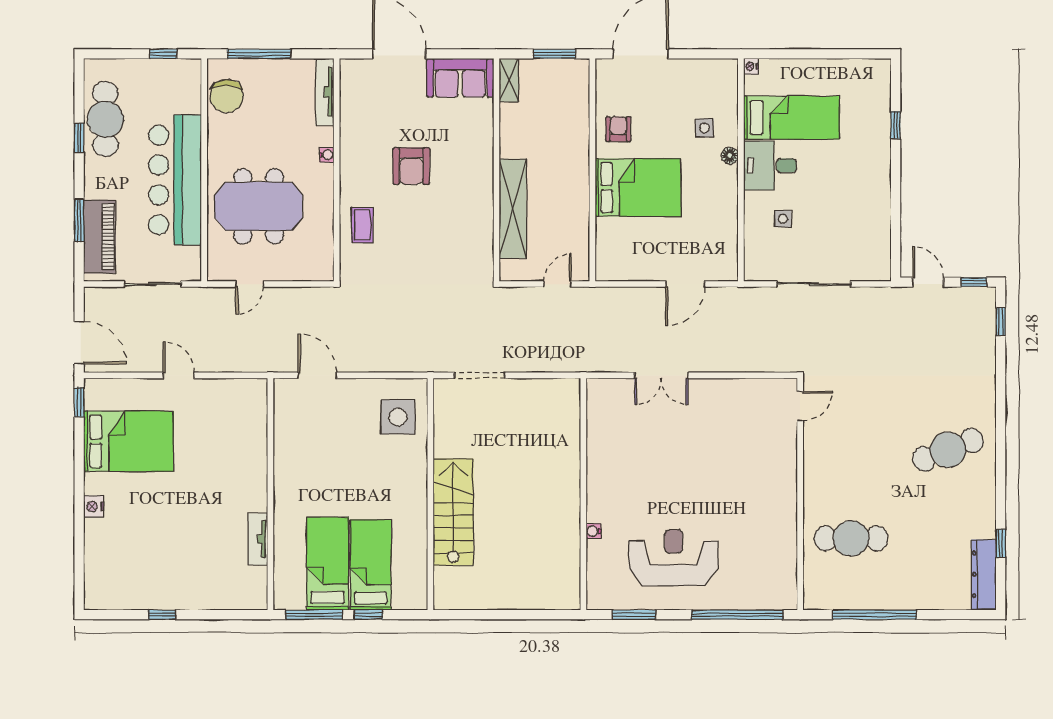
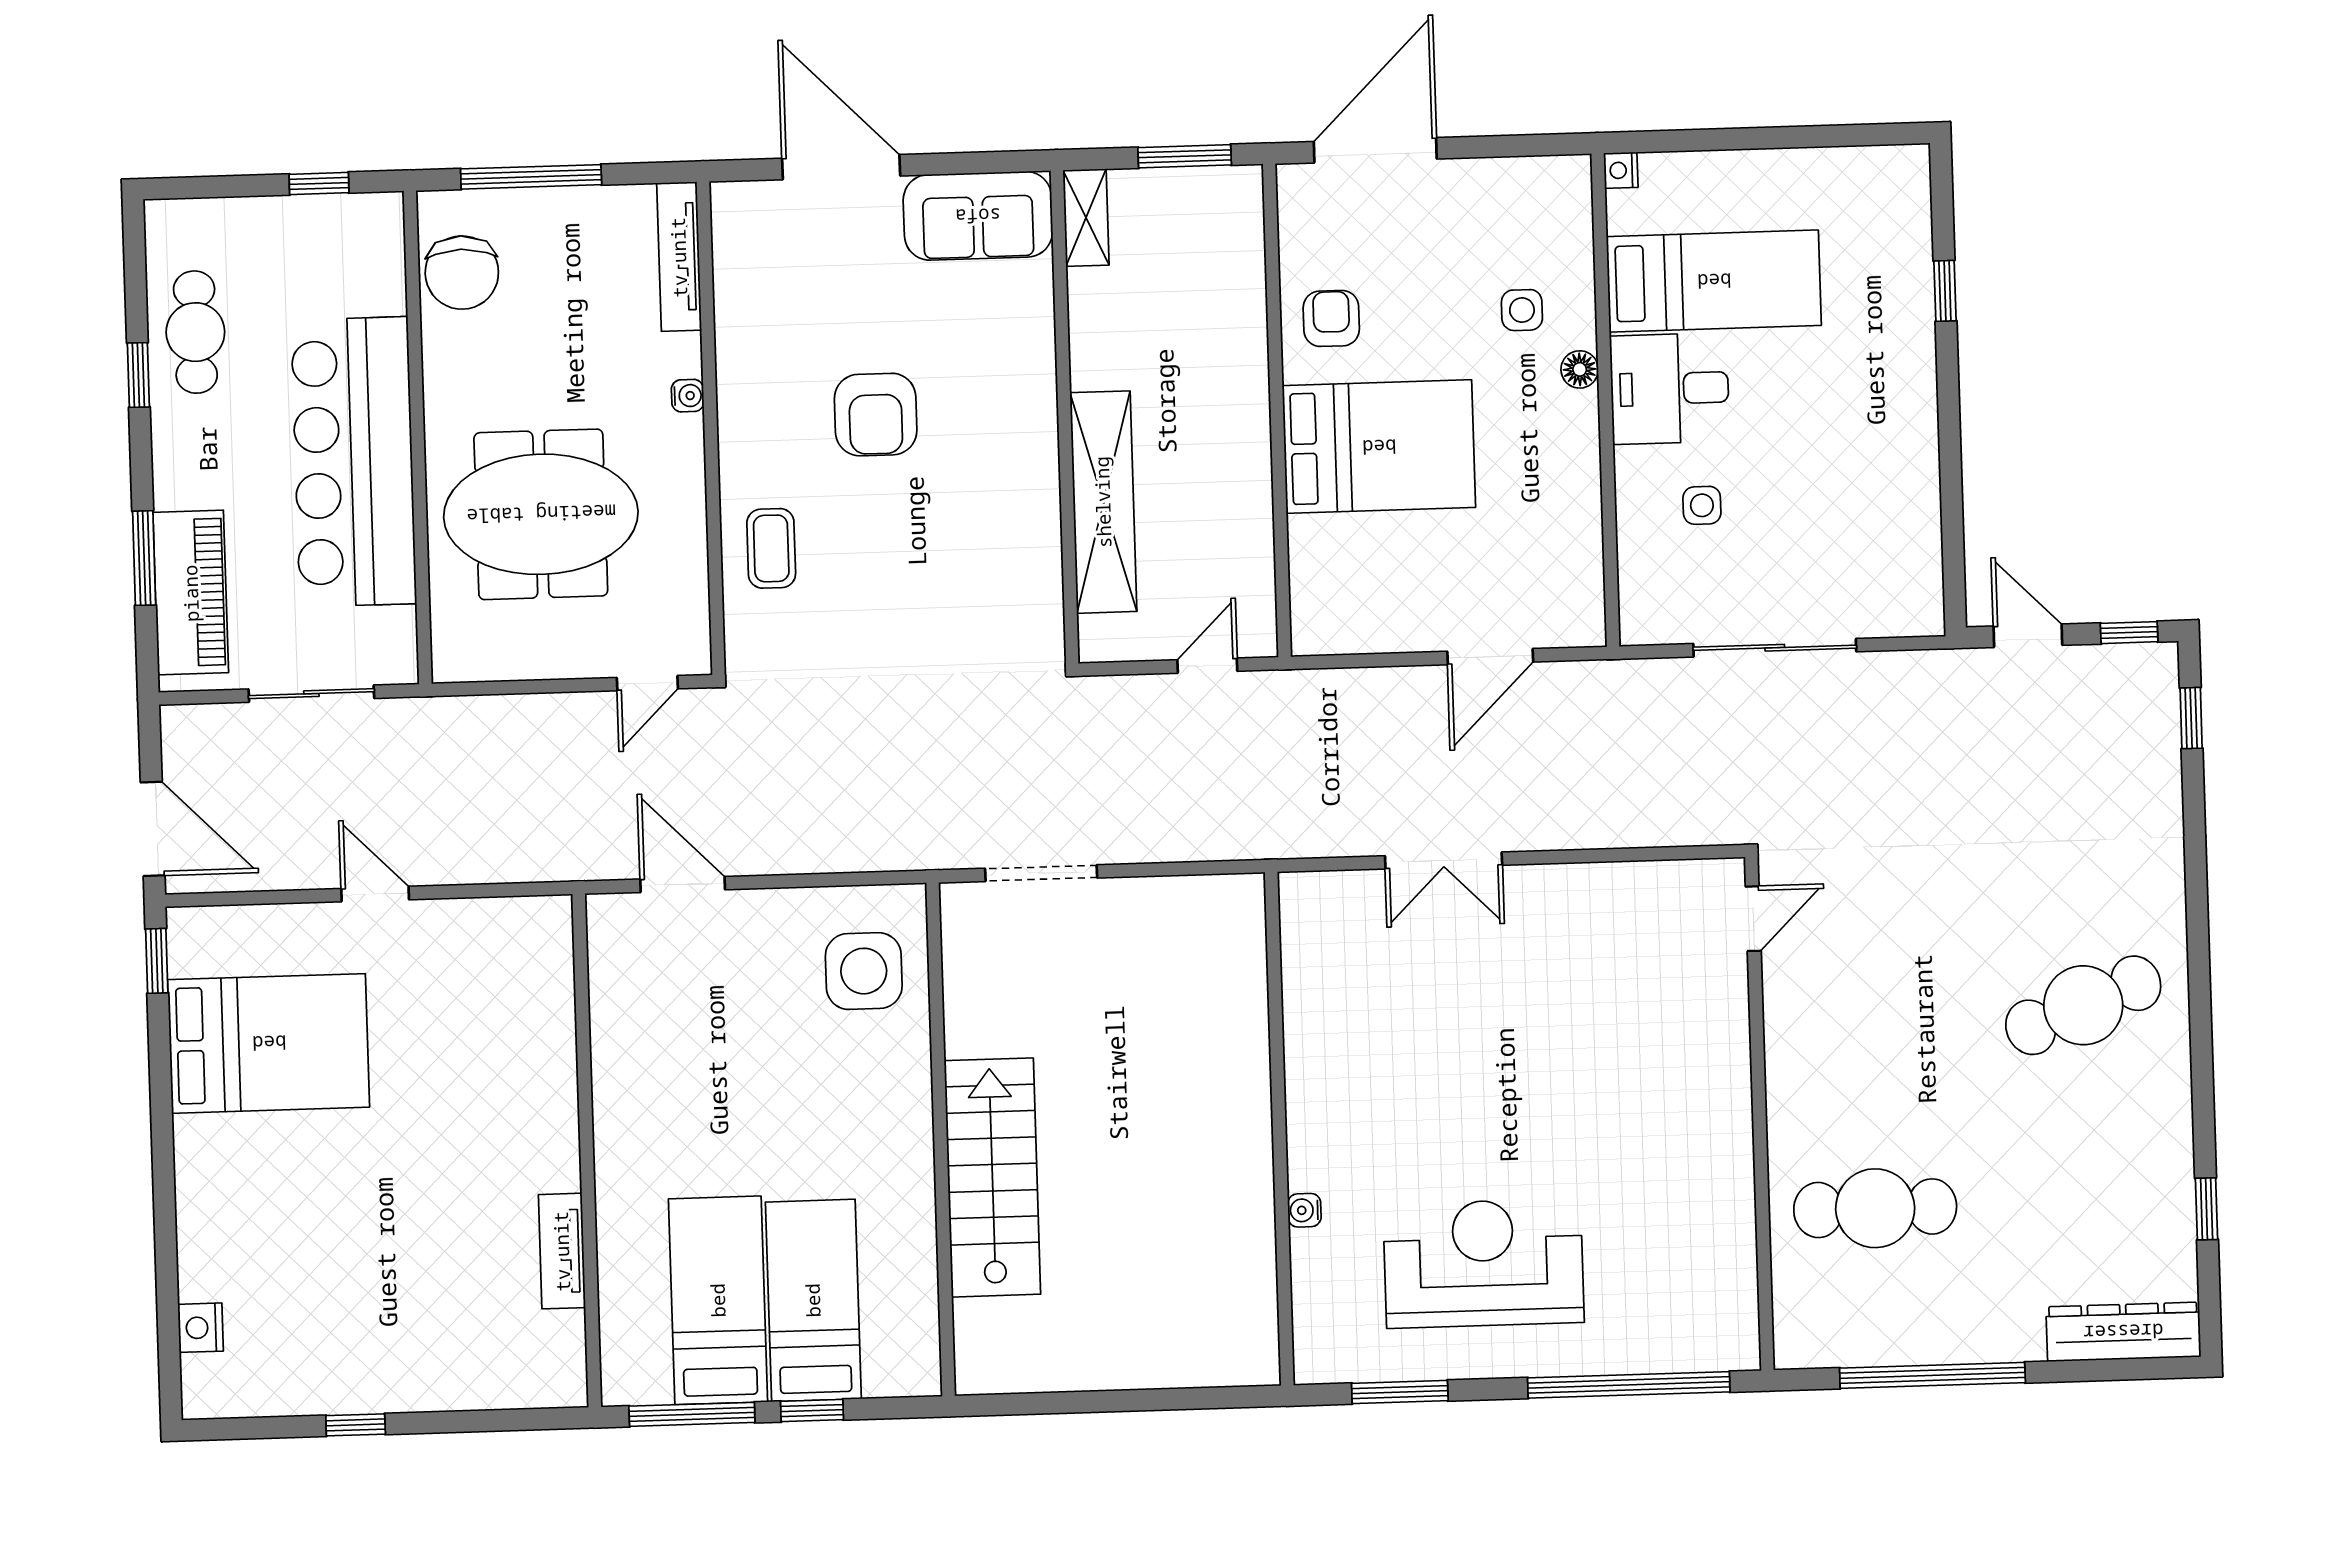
cafe table: (105, 119) -> (195, 332), width x0.73, depth x0.74
door: (250, 284) -> (647, 683), moved
nightstand: (94, 507) -> (201, 1328), moved
dresser: (984, 574) -> (2123, 1332), moved, turned 90

